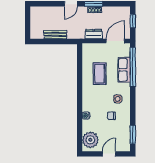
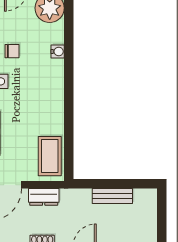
coffee table: (100, 74) -> (50, 156), moved

